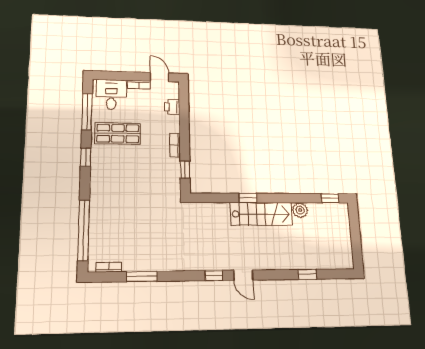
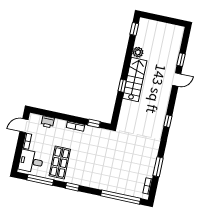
door: (243, 275) -> (177, 80), moved

